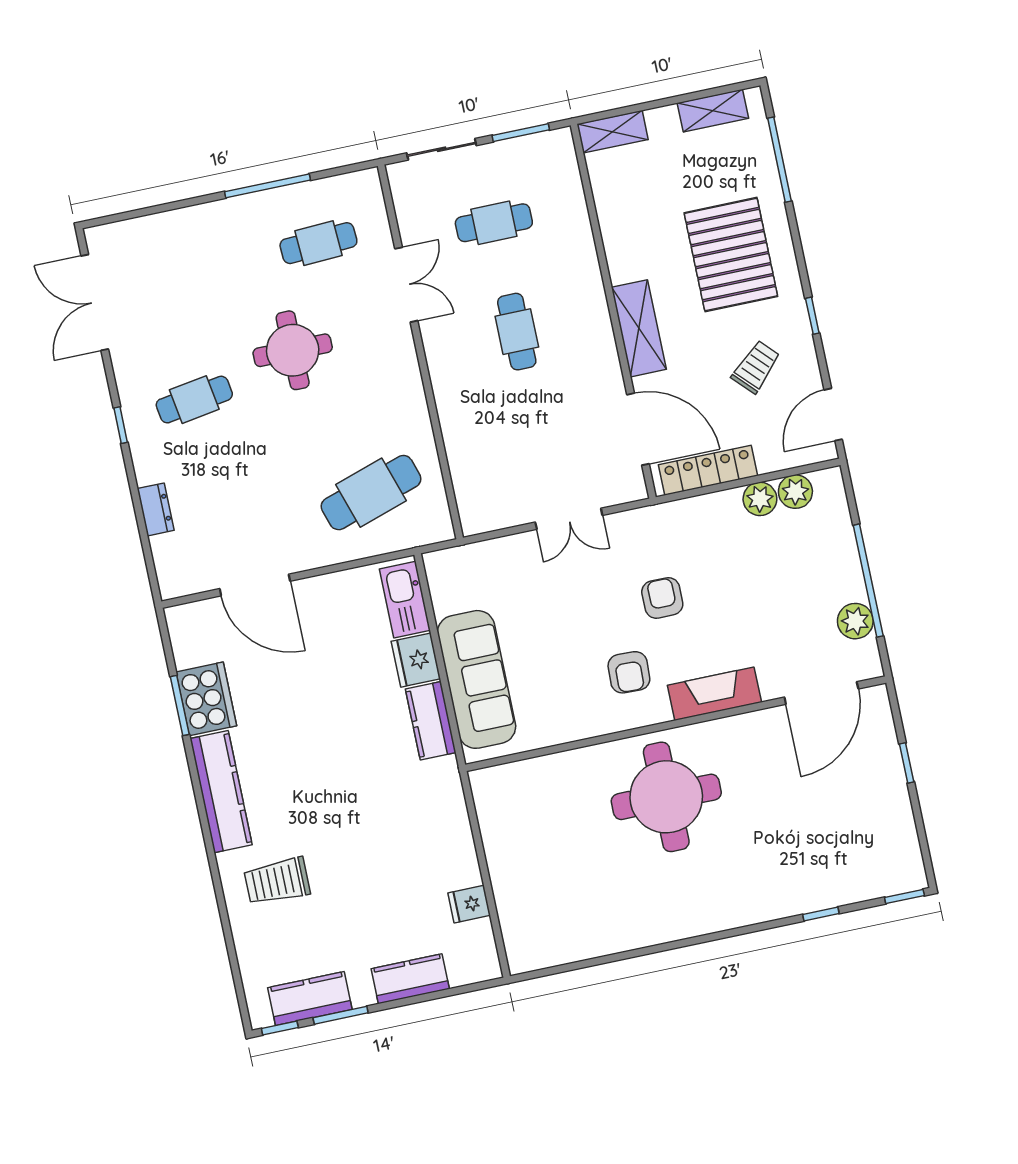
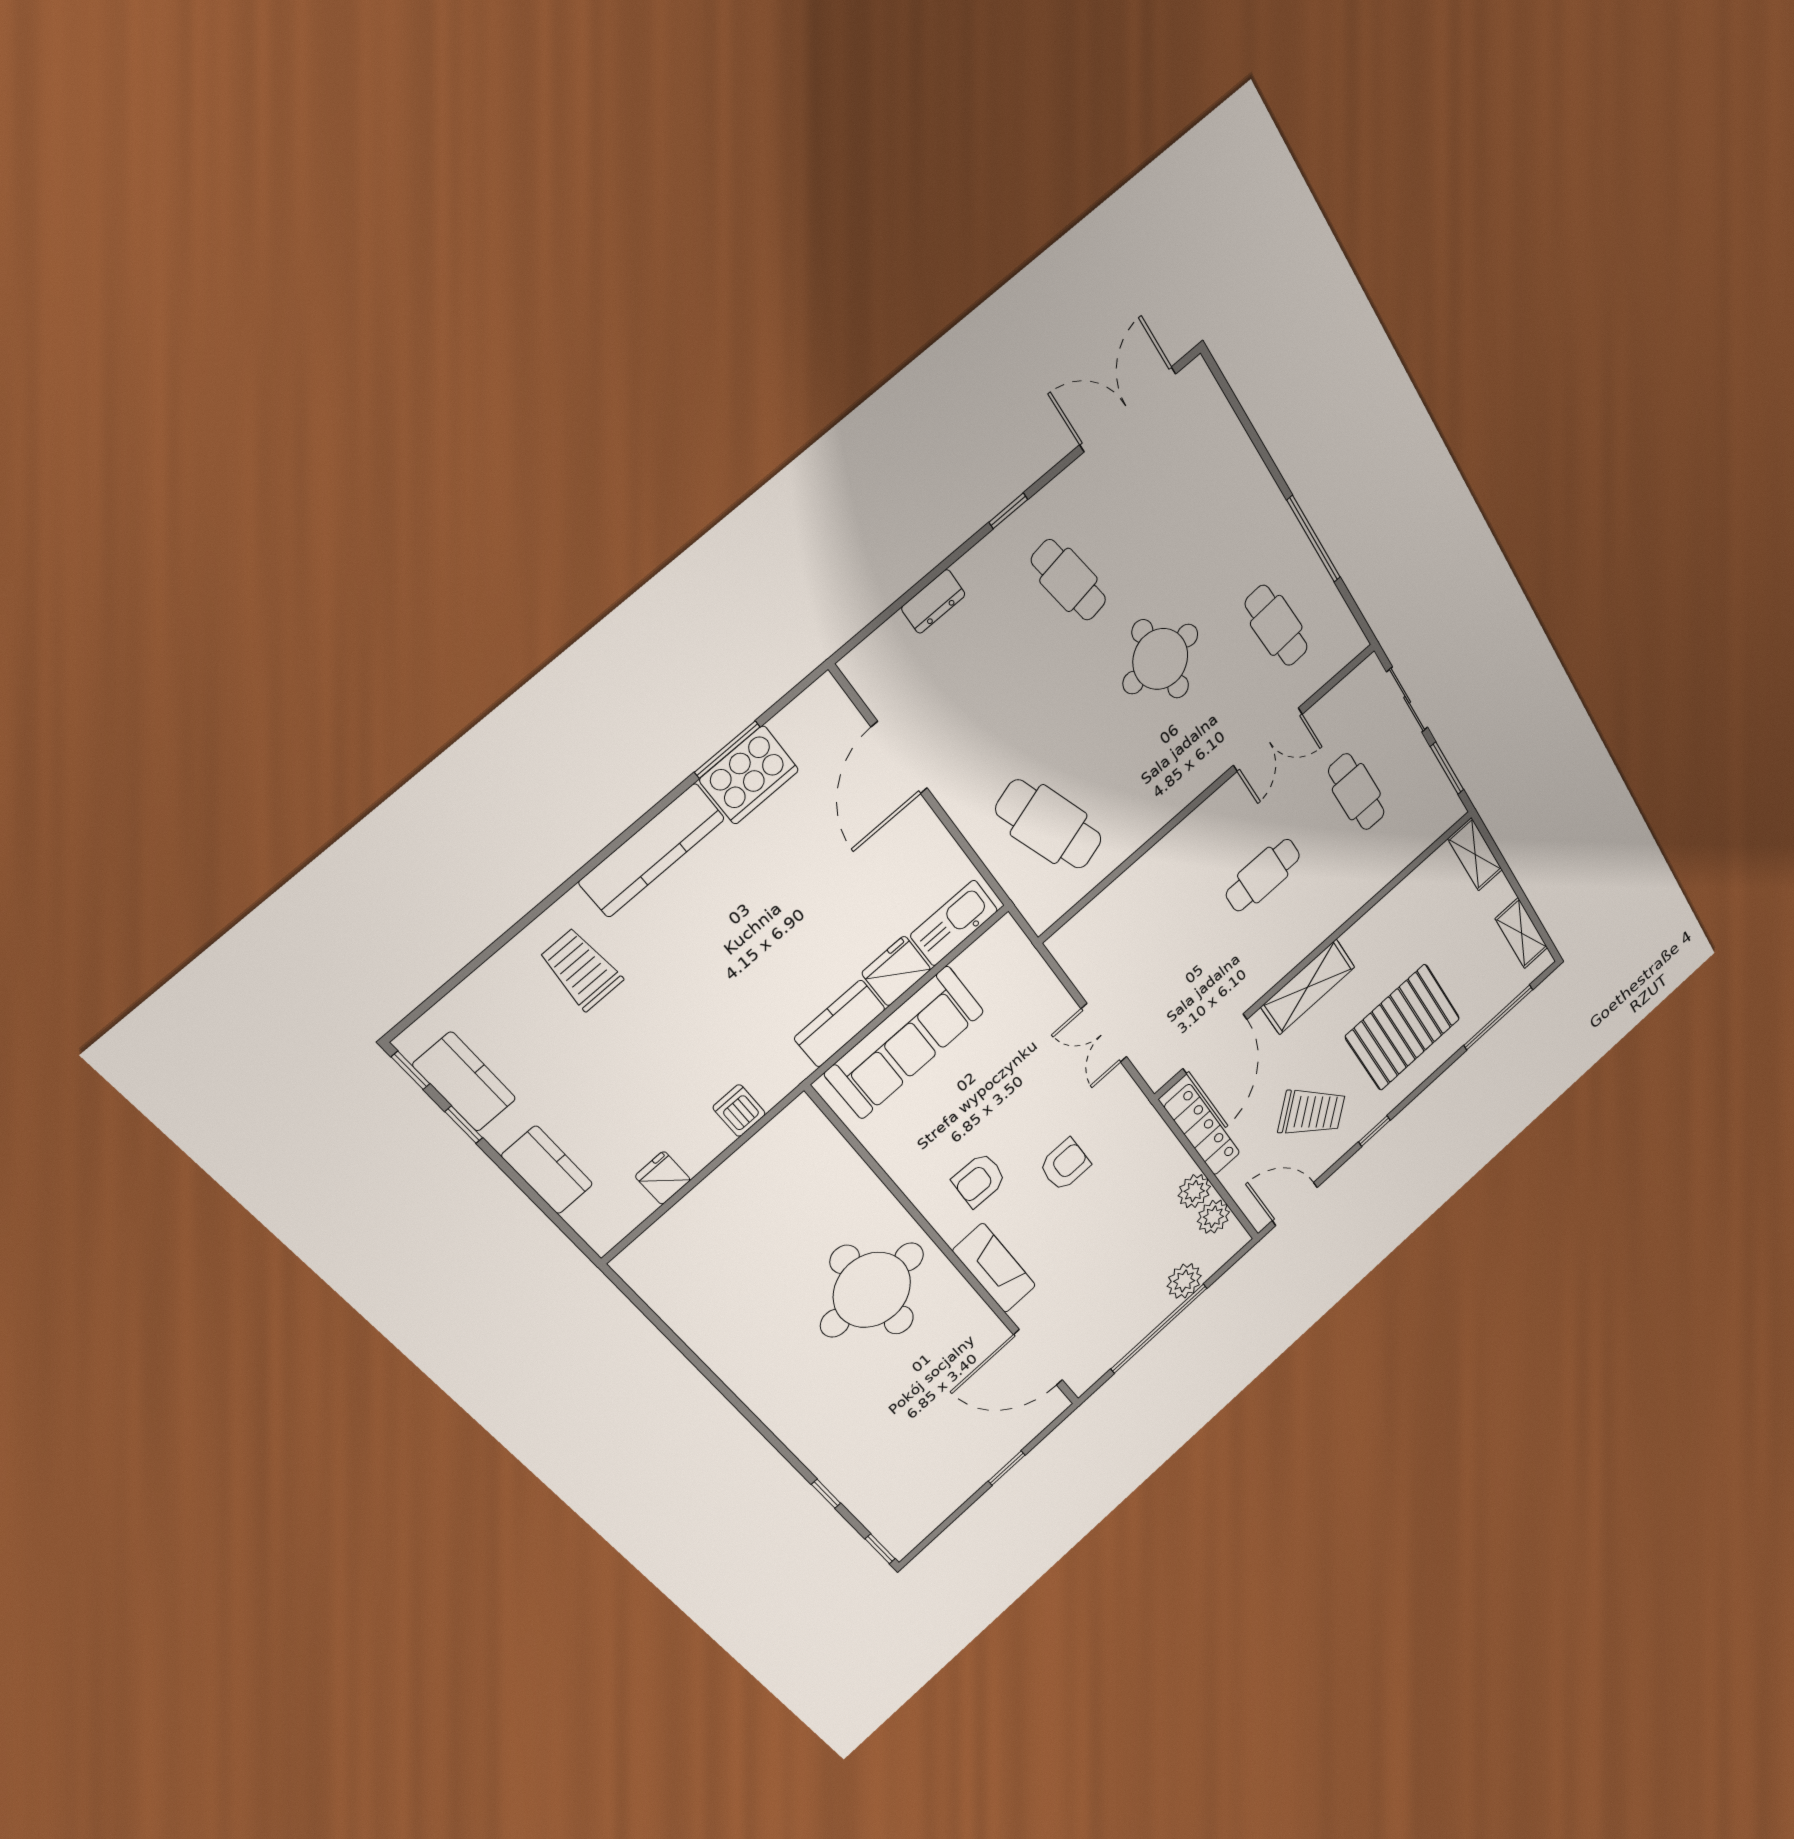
trolley: (756, 367) -> (1312, 1112), width x1.36, depth x1.39
plant: (855, 621) -> (1184, 1281), moved
dishwasher: (452, 825) -> (739, 1111), added
window: (341, 1015) -> (464, 1125), width x0.67

